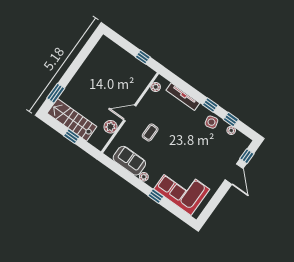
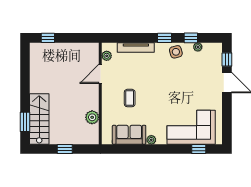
window: (143, 57) -> (48, 38), moved
door: (130, 113) -> (100, 74), moved
stairs: (72, 120) -> (39, 119), moved, turned 90
window: (156, 196) -> (199, 149), moved

